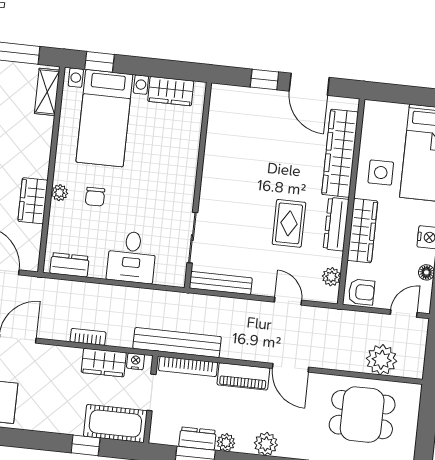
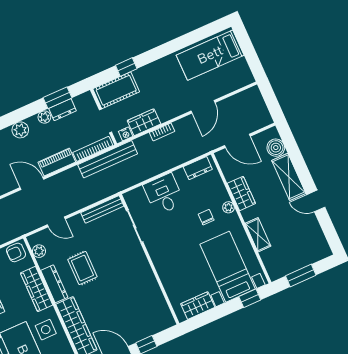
shelving: (47, 92) -> (258, 235), moved

